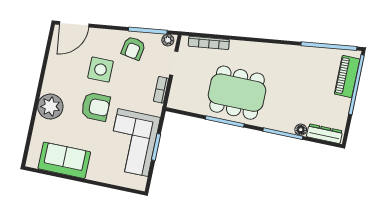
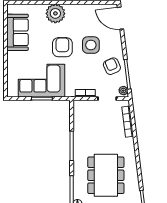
armchair: (133, 48) -> (112, 66), turned 56
dining table: (237, 93) -> (106, 175), moved
armchair: (96, 107) -> (62, 47), turned 180

